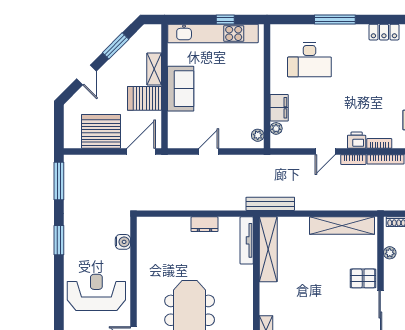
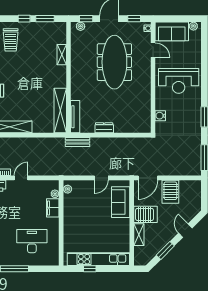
sofa: (181, 89) -> (121, 202), moved
server rack: (101, 131) -> (170, 192), width x0.62
bench: (270, 204) -> (77, 142), moved, width x0.73

